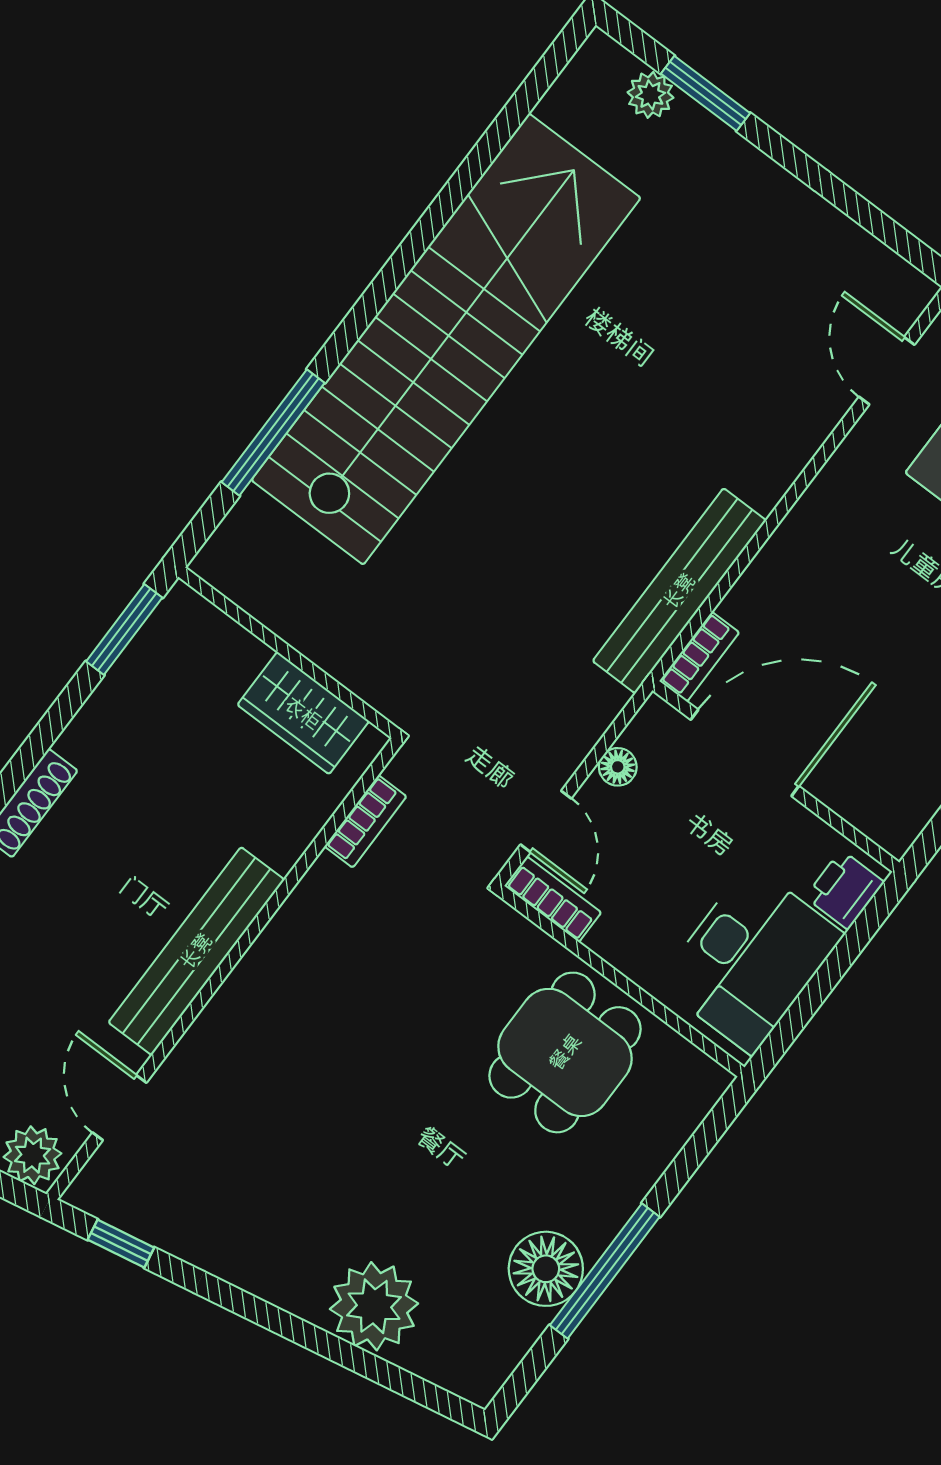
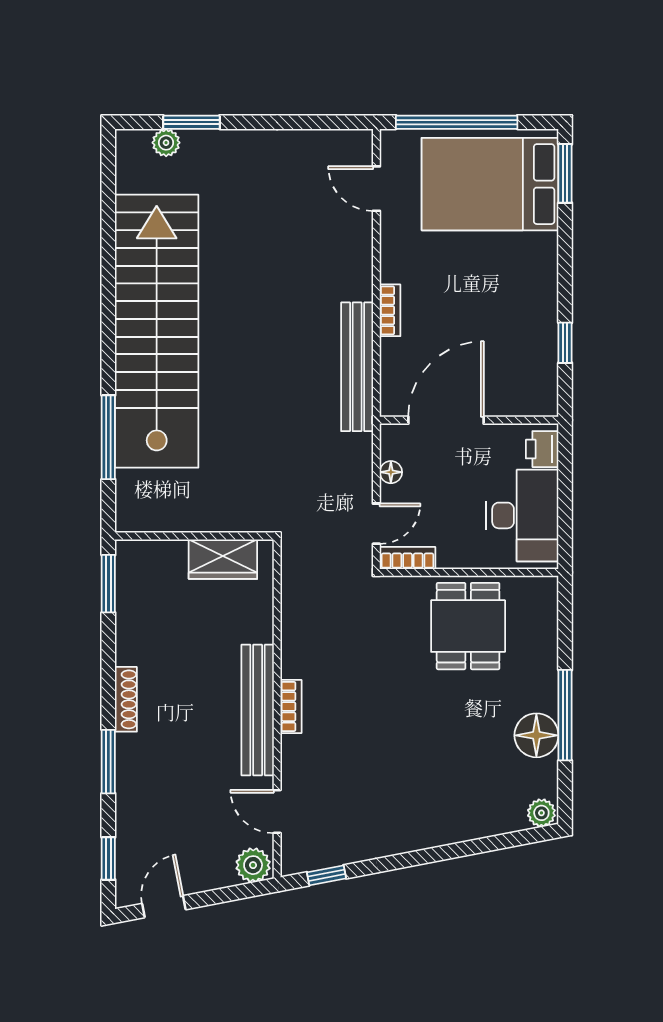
bookcase: (699, 657) -> (390, 310), moved
bookcase: (365, 821) -> (291, 707), moved
door: (546, 821) -> (376, 524), hinge flipped
plant: (374, 1306) -> (541, 813), moved, width x0.53, depth x0.53

